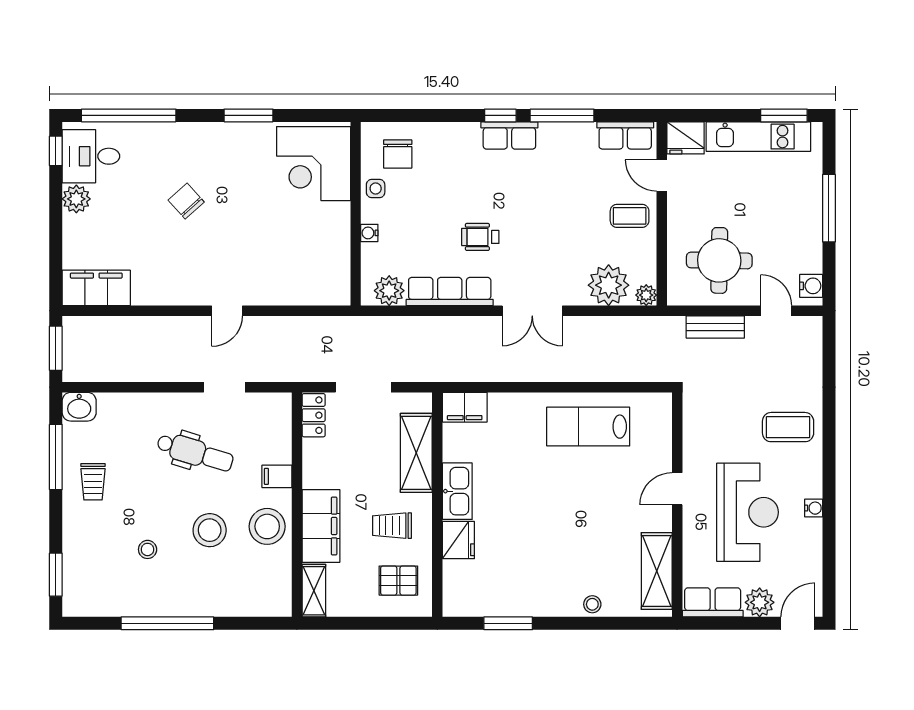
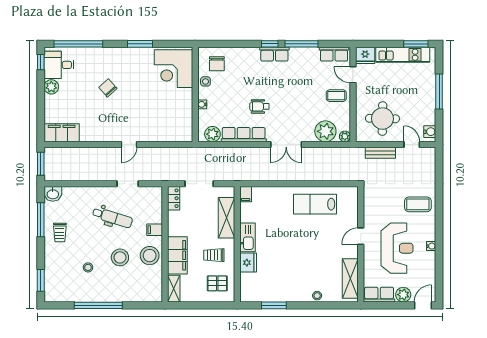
filing cabinet: (465, 407) -> (246, 194), width x0.50

